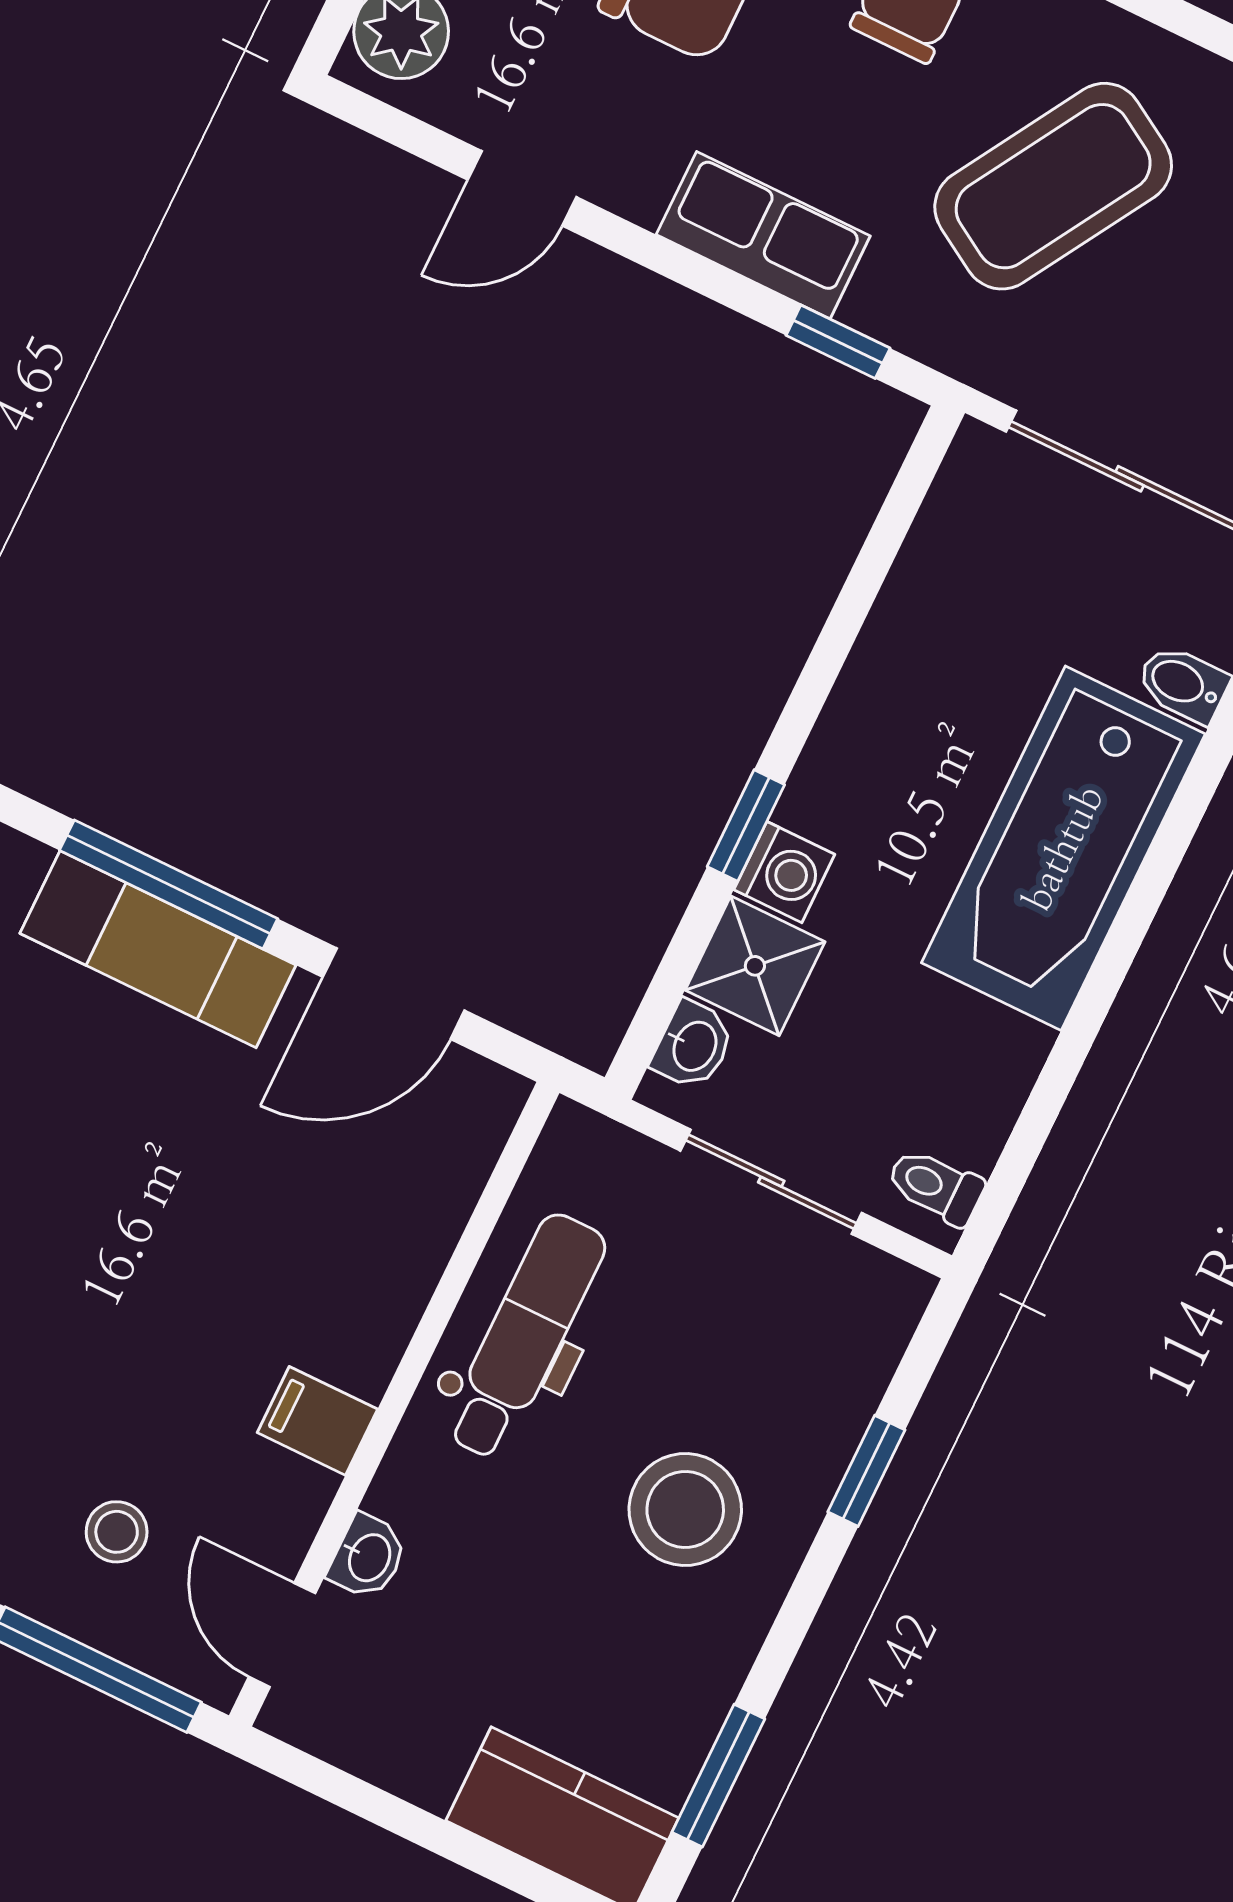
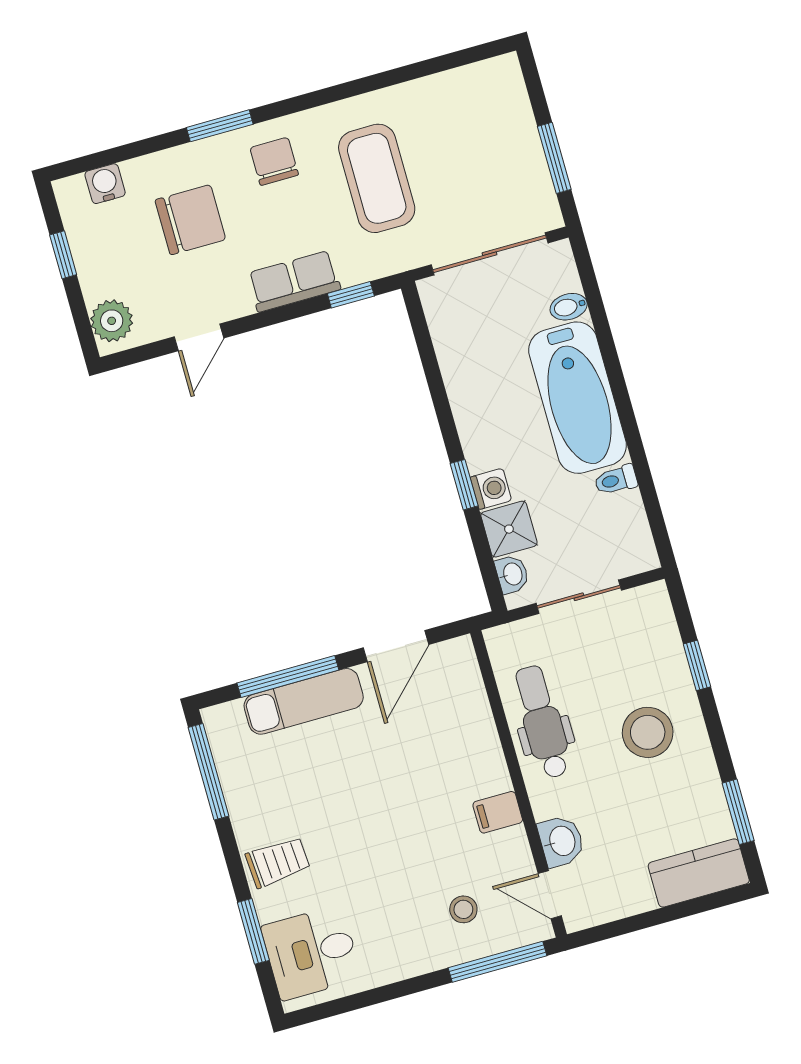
coffee table: (1053, 186) -> (377, 178), turned -31
toilet: (935, 1186) -> (616, 480), moved
washbasin: (368, 1557) -> (561, 841), width x1.38, depth x1.45

